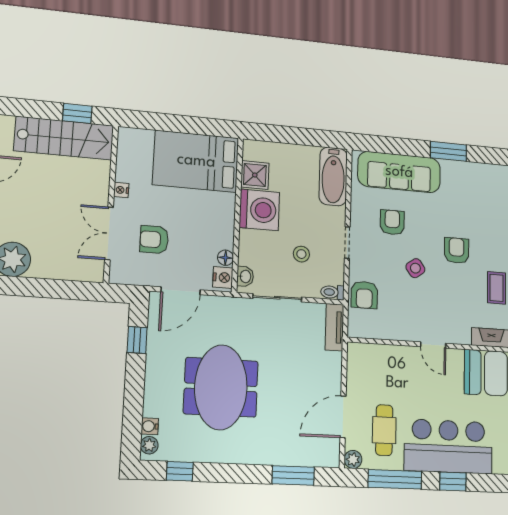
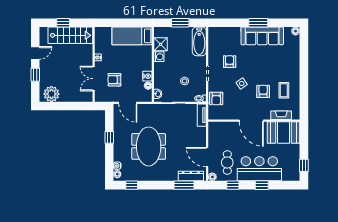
window: (77, 113) -> (63, 23), moved
window: (296, 136) -> (180, 23), added
bed: (196, 161) -> (132, 36), width x0.67
sofa: (399, 172) -> (262, 36), moved
washing machine: (259, 210) -> (159, 57), width x0.53, depth x0.53
armchair: (457, 251) -> (263, 91), moved
nightstand: (223, 277) -> (147, 76), moved
door: (181, 291) -> (128, 103), hinge flipped
window: (137, 340) -> (109, 137), moved
door: (433, 345) -> (251, 121), width x1.88
door: (343, 417) -> (207, 157), hinge flipped
dresser: (308, 456) -> (191, 176), added
window: (395, 479) -> (233, 185), width x0.46

